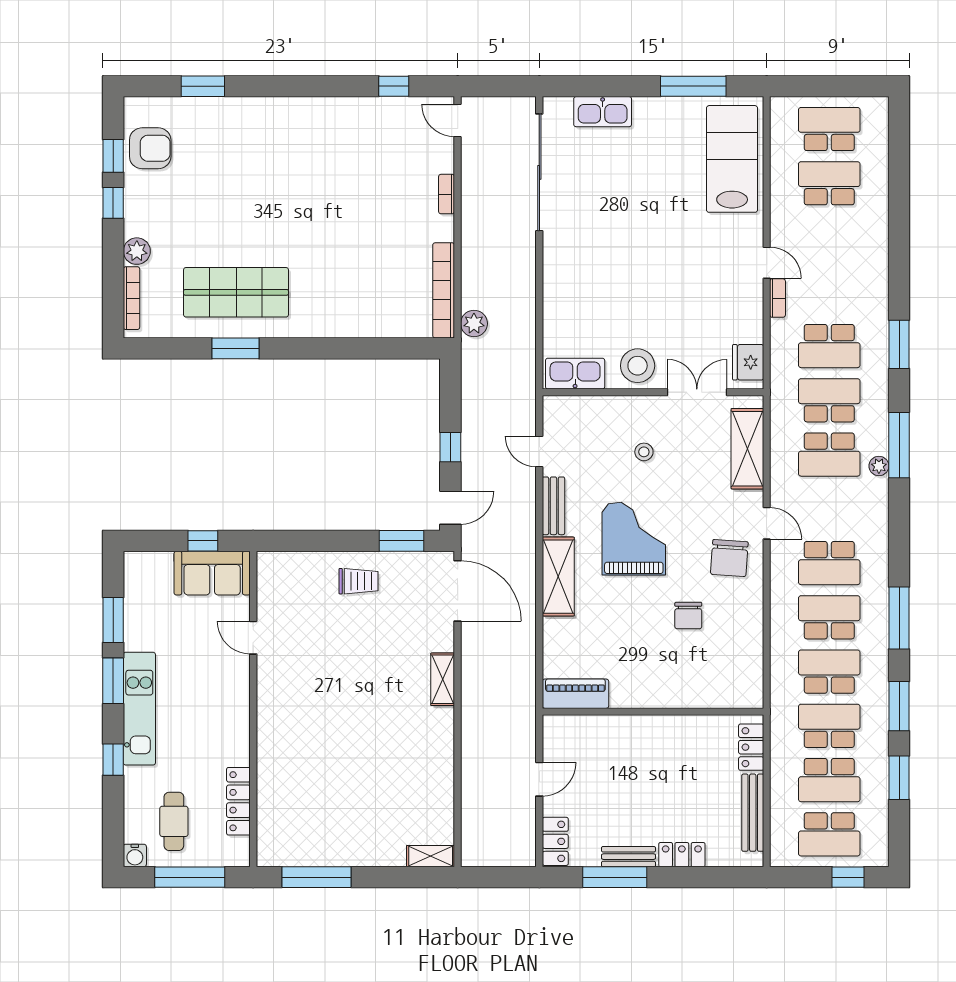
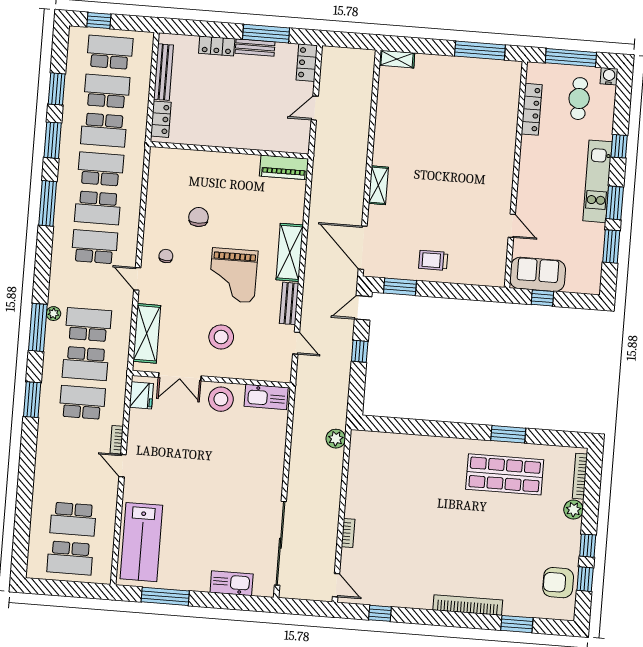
bookcase: (444, 290) -> (468, 605), moved, turned -90
stool: (644, 452) -> (221, 337), width x1.89, depth x1.89
chair: (729, 558) -> (166, 256), width x0.54, depth x0.54
school desk: (829, 672) -> (101, 169), turned 180

